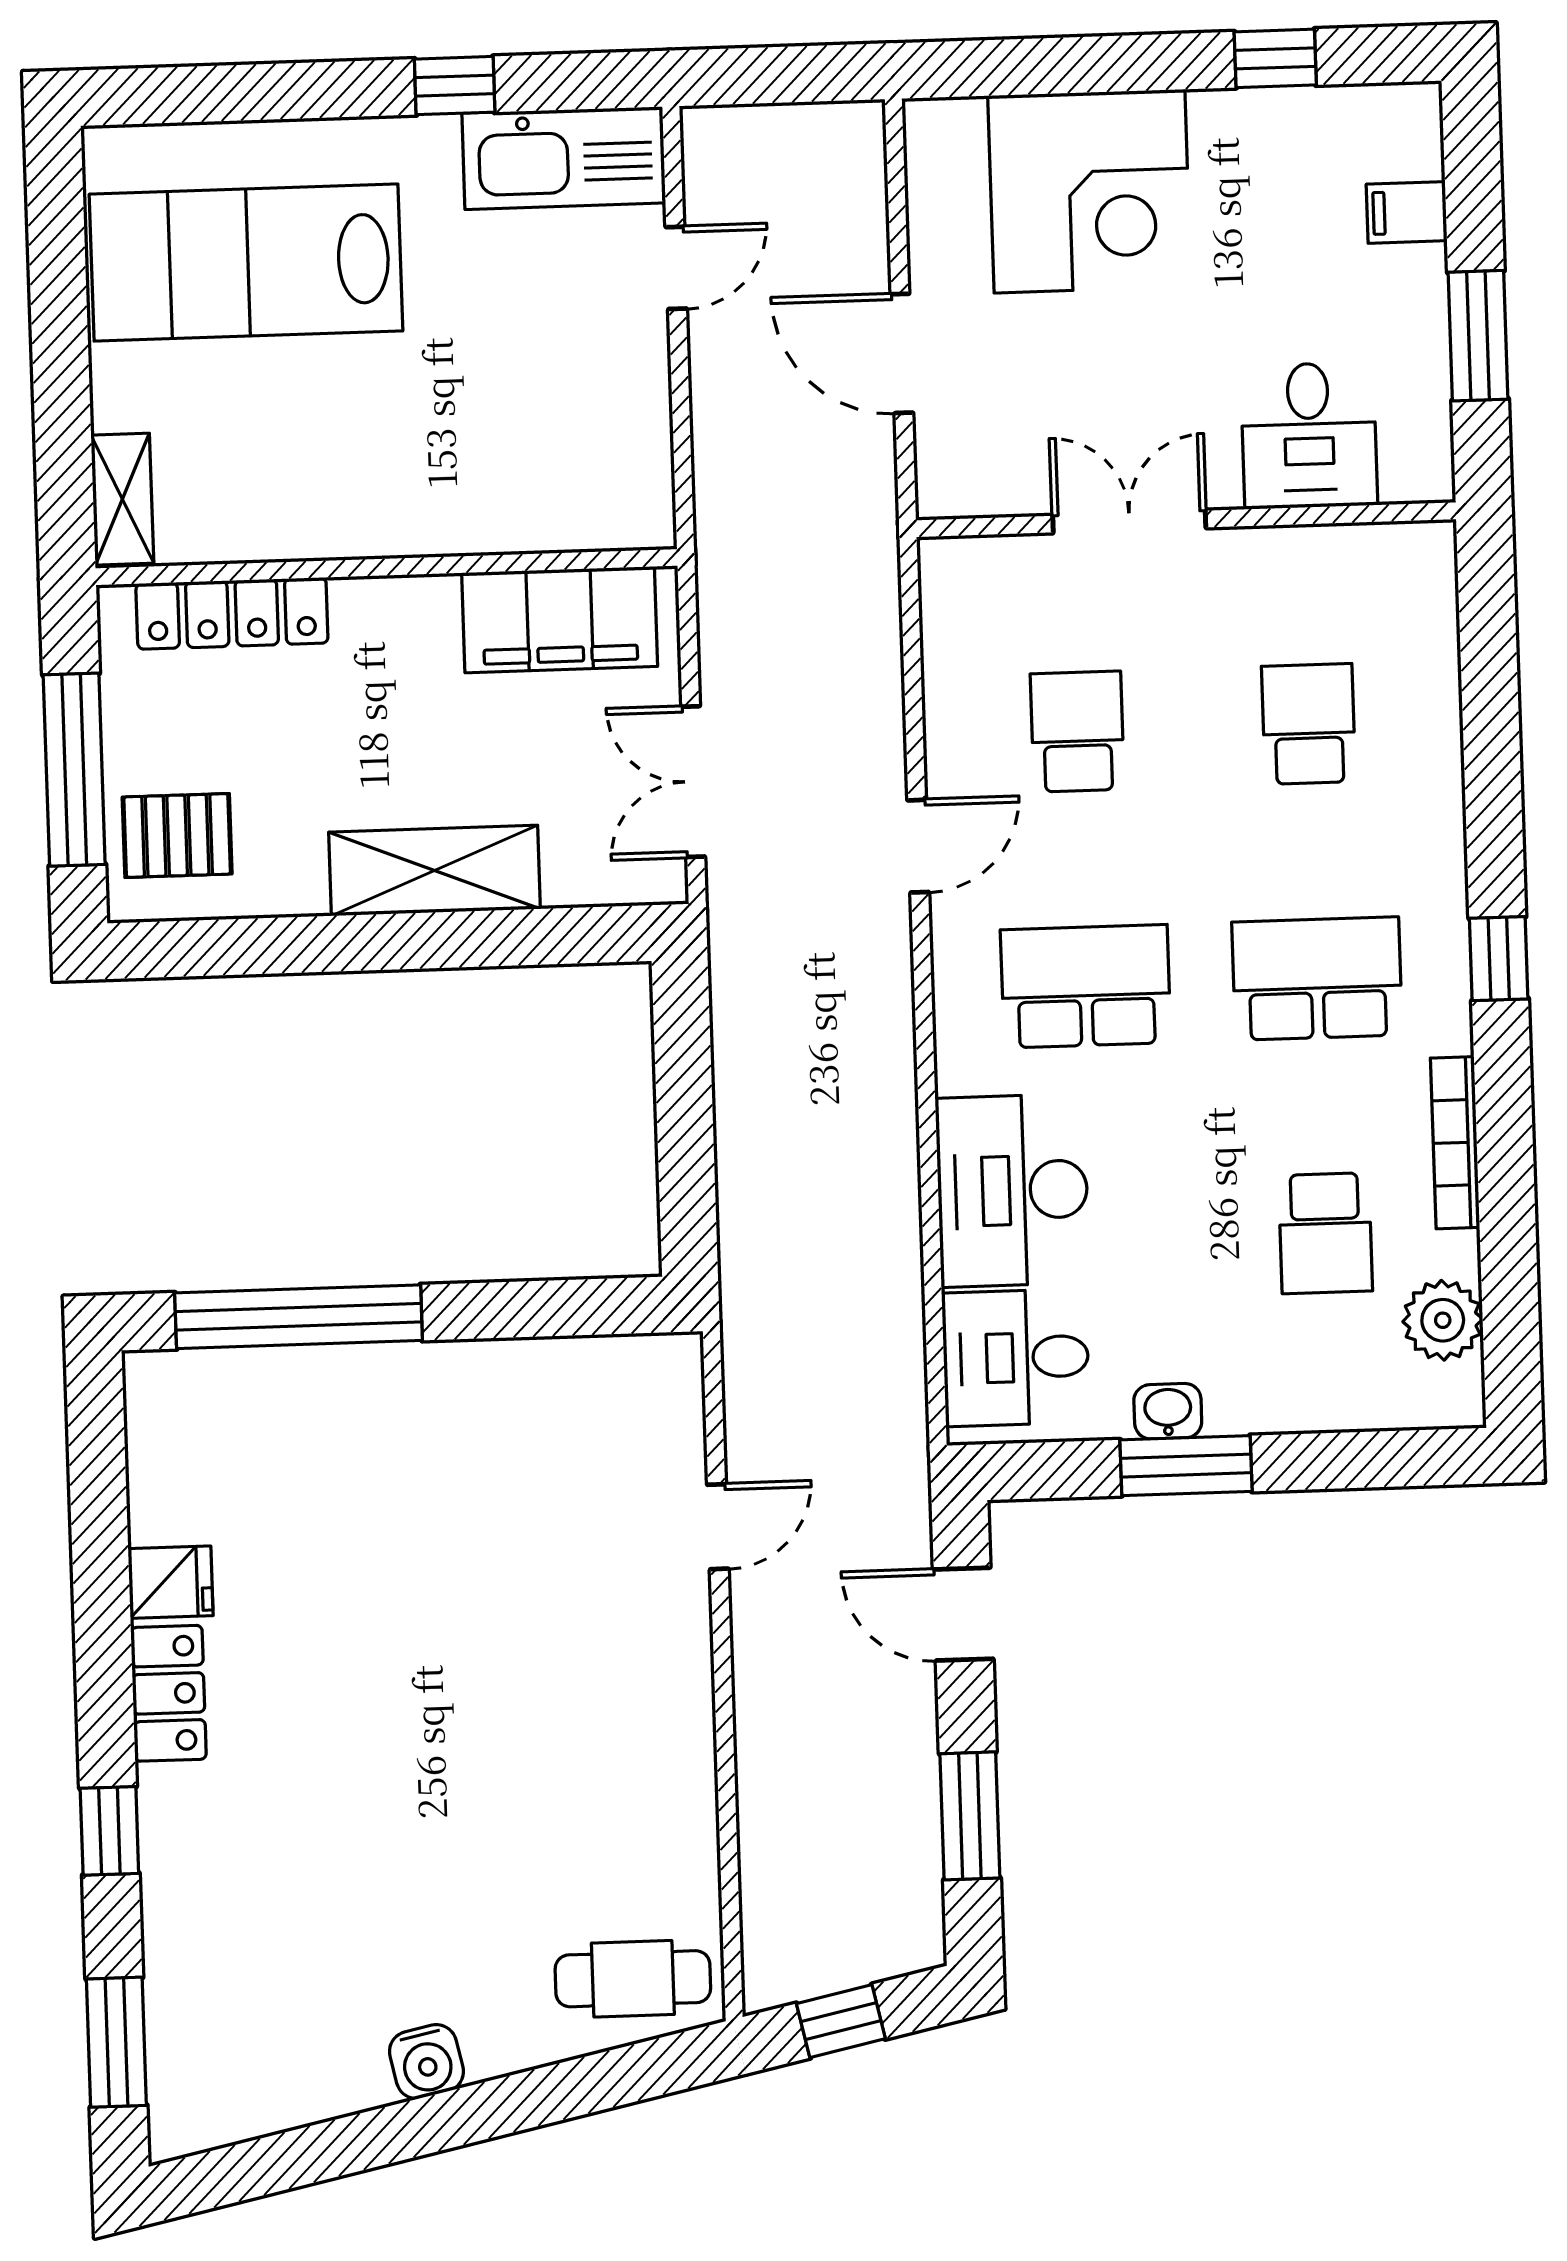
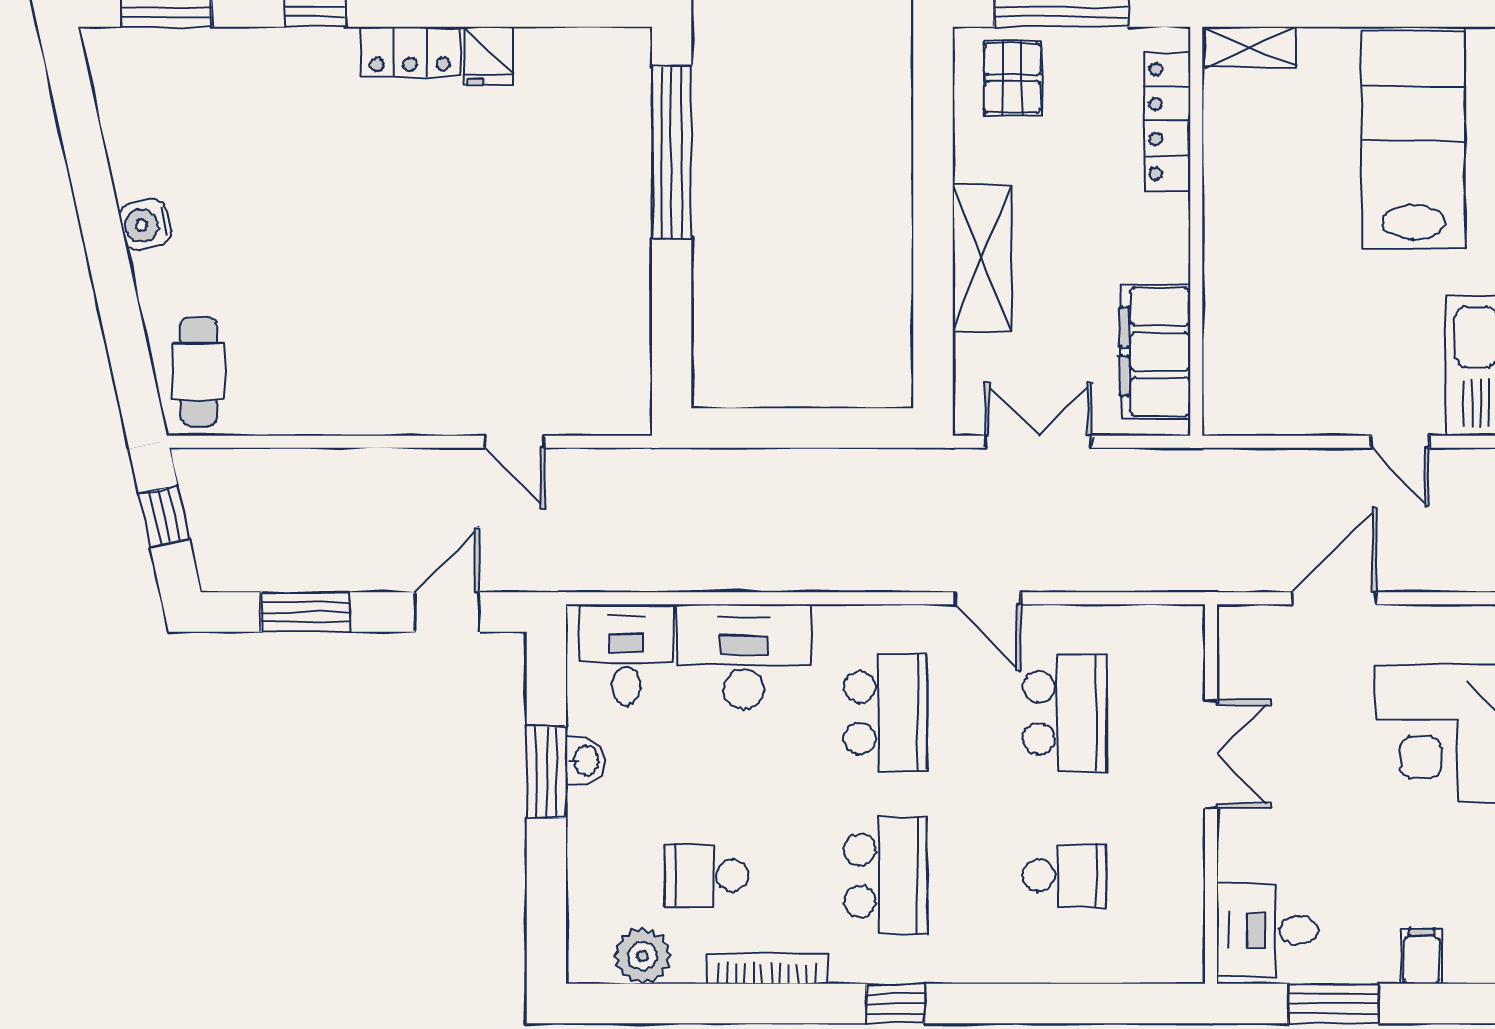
desk: (1309, 435) -> (1267, 930), moved
school desk: (1077, 732) -> (1065, 713), width x1.85

